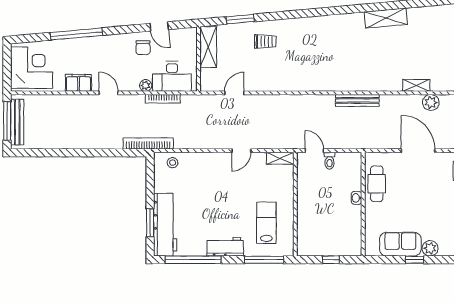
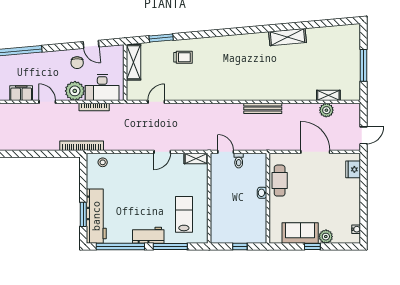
plant: (146, 85) -> (75, 91), width x1.87, depth x1.87
shelving: (416, 85) -> (328, 95), moved
window: (264, 260) -> (170, 246), moved

